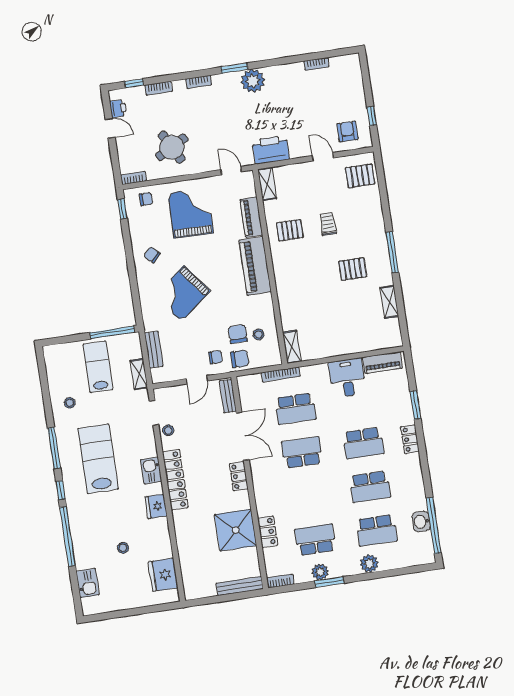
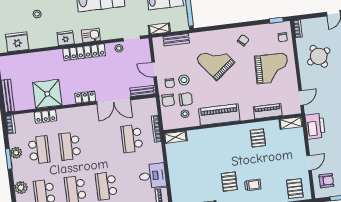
trolley: (328, 224) -> (253, 185), moved
piano: (255, 266) -> (219, 115), moved
stool: (210, 337) -> (184, 80), added
school desk: (302, 452) -> (70, 146), moved, turned 180

